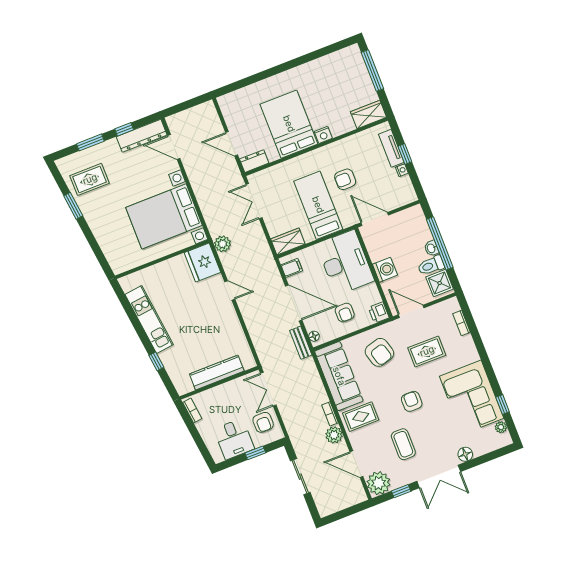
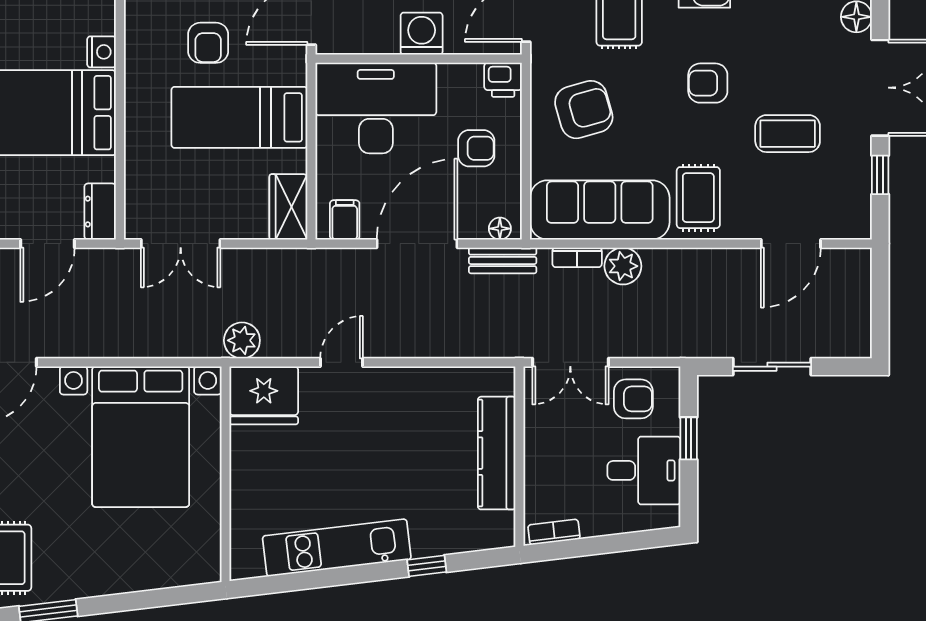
bookcase: (330, 414) -> (577, 257), moved
plant: (334, 435) -> (623, 266), moved
plant: (379, 483) -> (846, 214), removed

